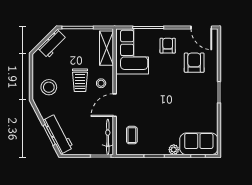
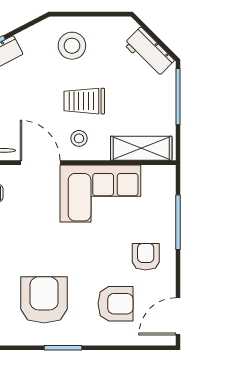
armchair: (168, 46) -> (146, 257), turned -90
corner sofa: (132, 51) -> (100, 193), moved
armchair: (192, 103) -> (44, 300), added

